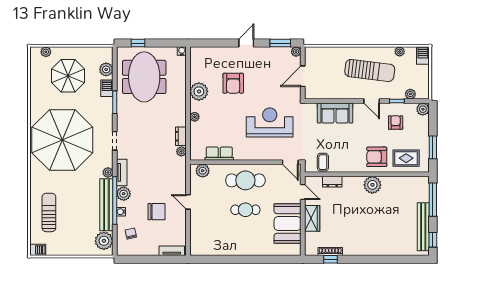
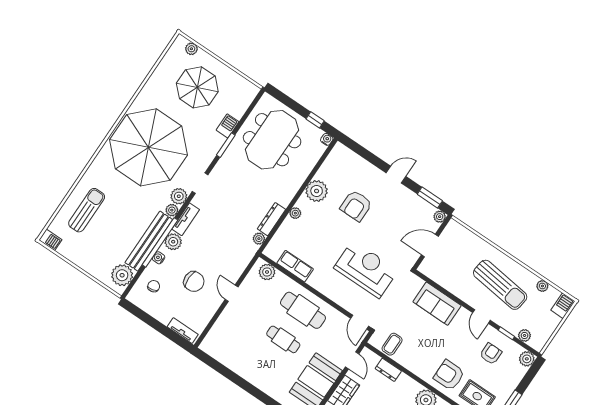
window: (138, 43) -> (315, 120), moved
plant: (106, 69) -> (179, 196), moved
dresser: (181, 136) -> (271, 219), width x1.44

